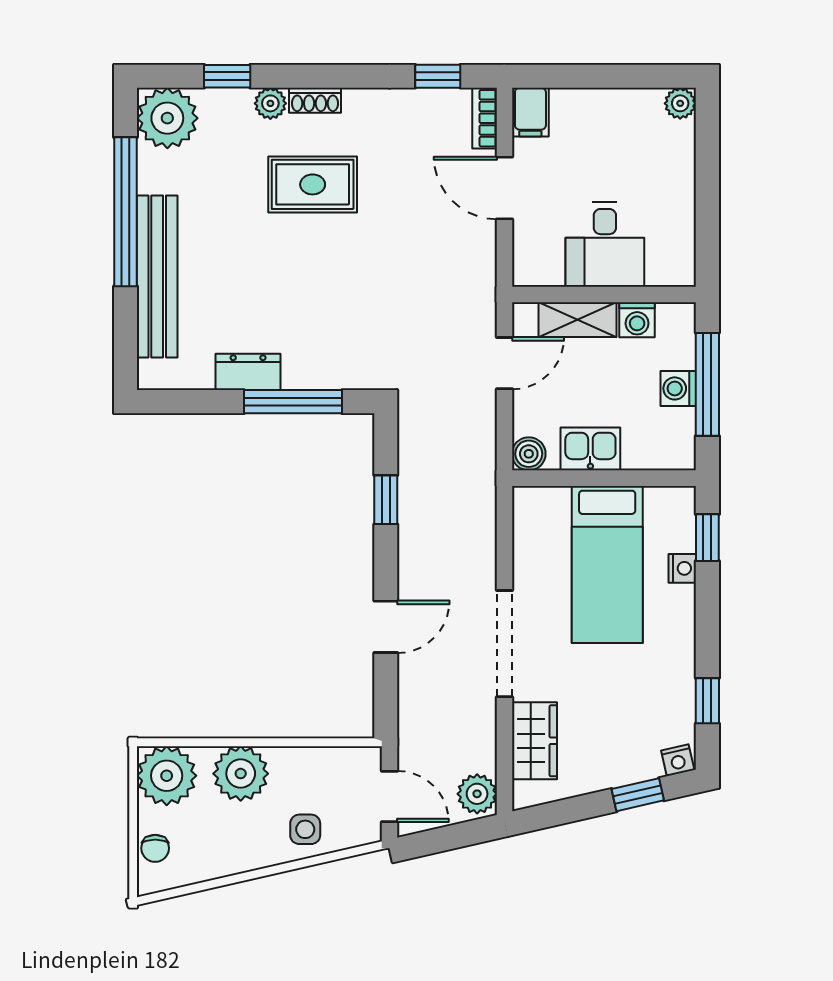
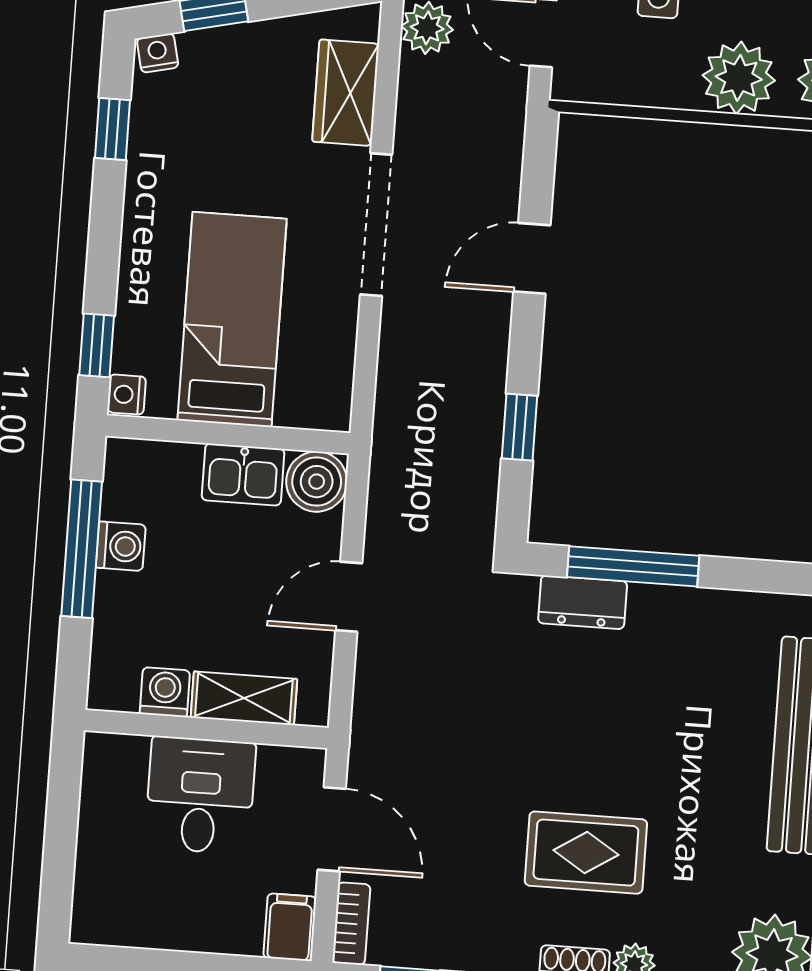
plant: (680, 103) -> (90, 924), removed
desk: (605, 244) -> (200, 795), moved
wall: (604, 294) -> (206, 729), moved
shelving: (577, 320) -> (244, 698), moved
washing machine: (637, 320) -> (165, 692), moved
dresser: (248, 372) -> (583, 602), moved
boiler: (529, 454) -> (317, 482), width x1.36, depth x1.36
nightstand: (682, 568) -> (127, 395), moved

